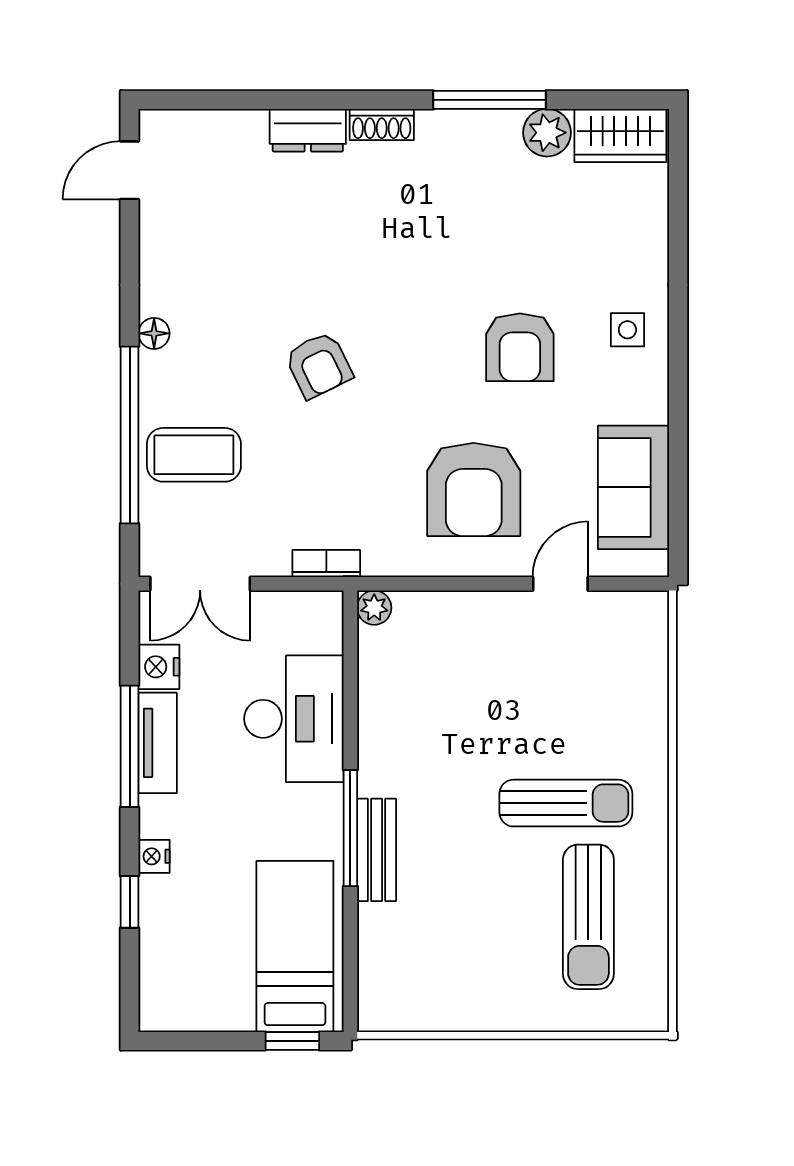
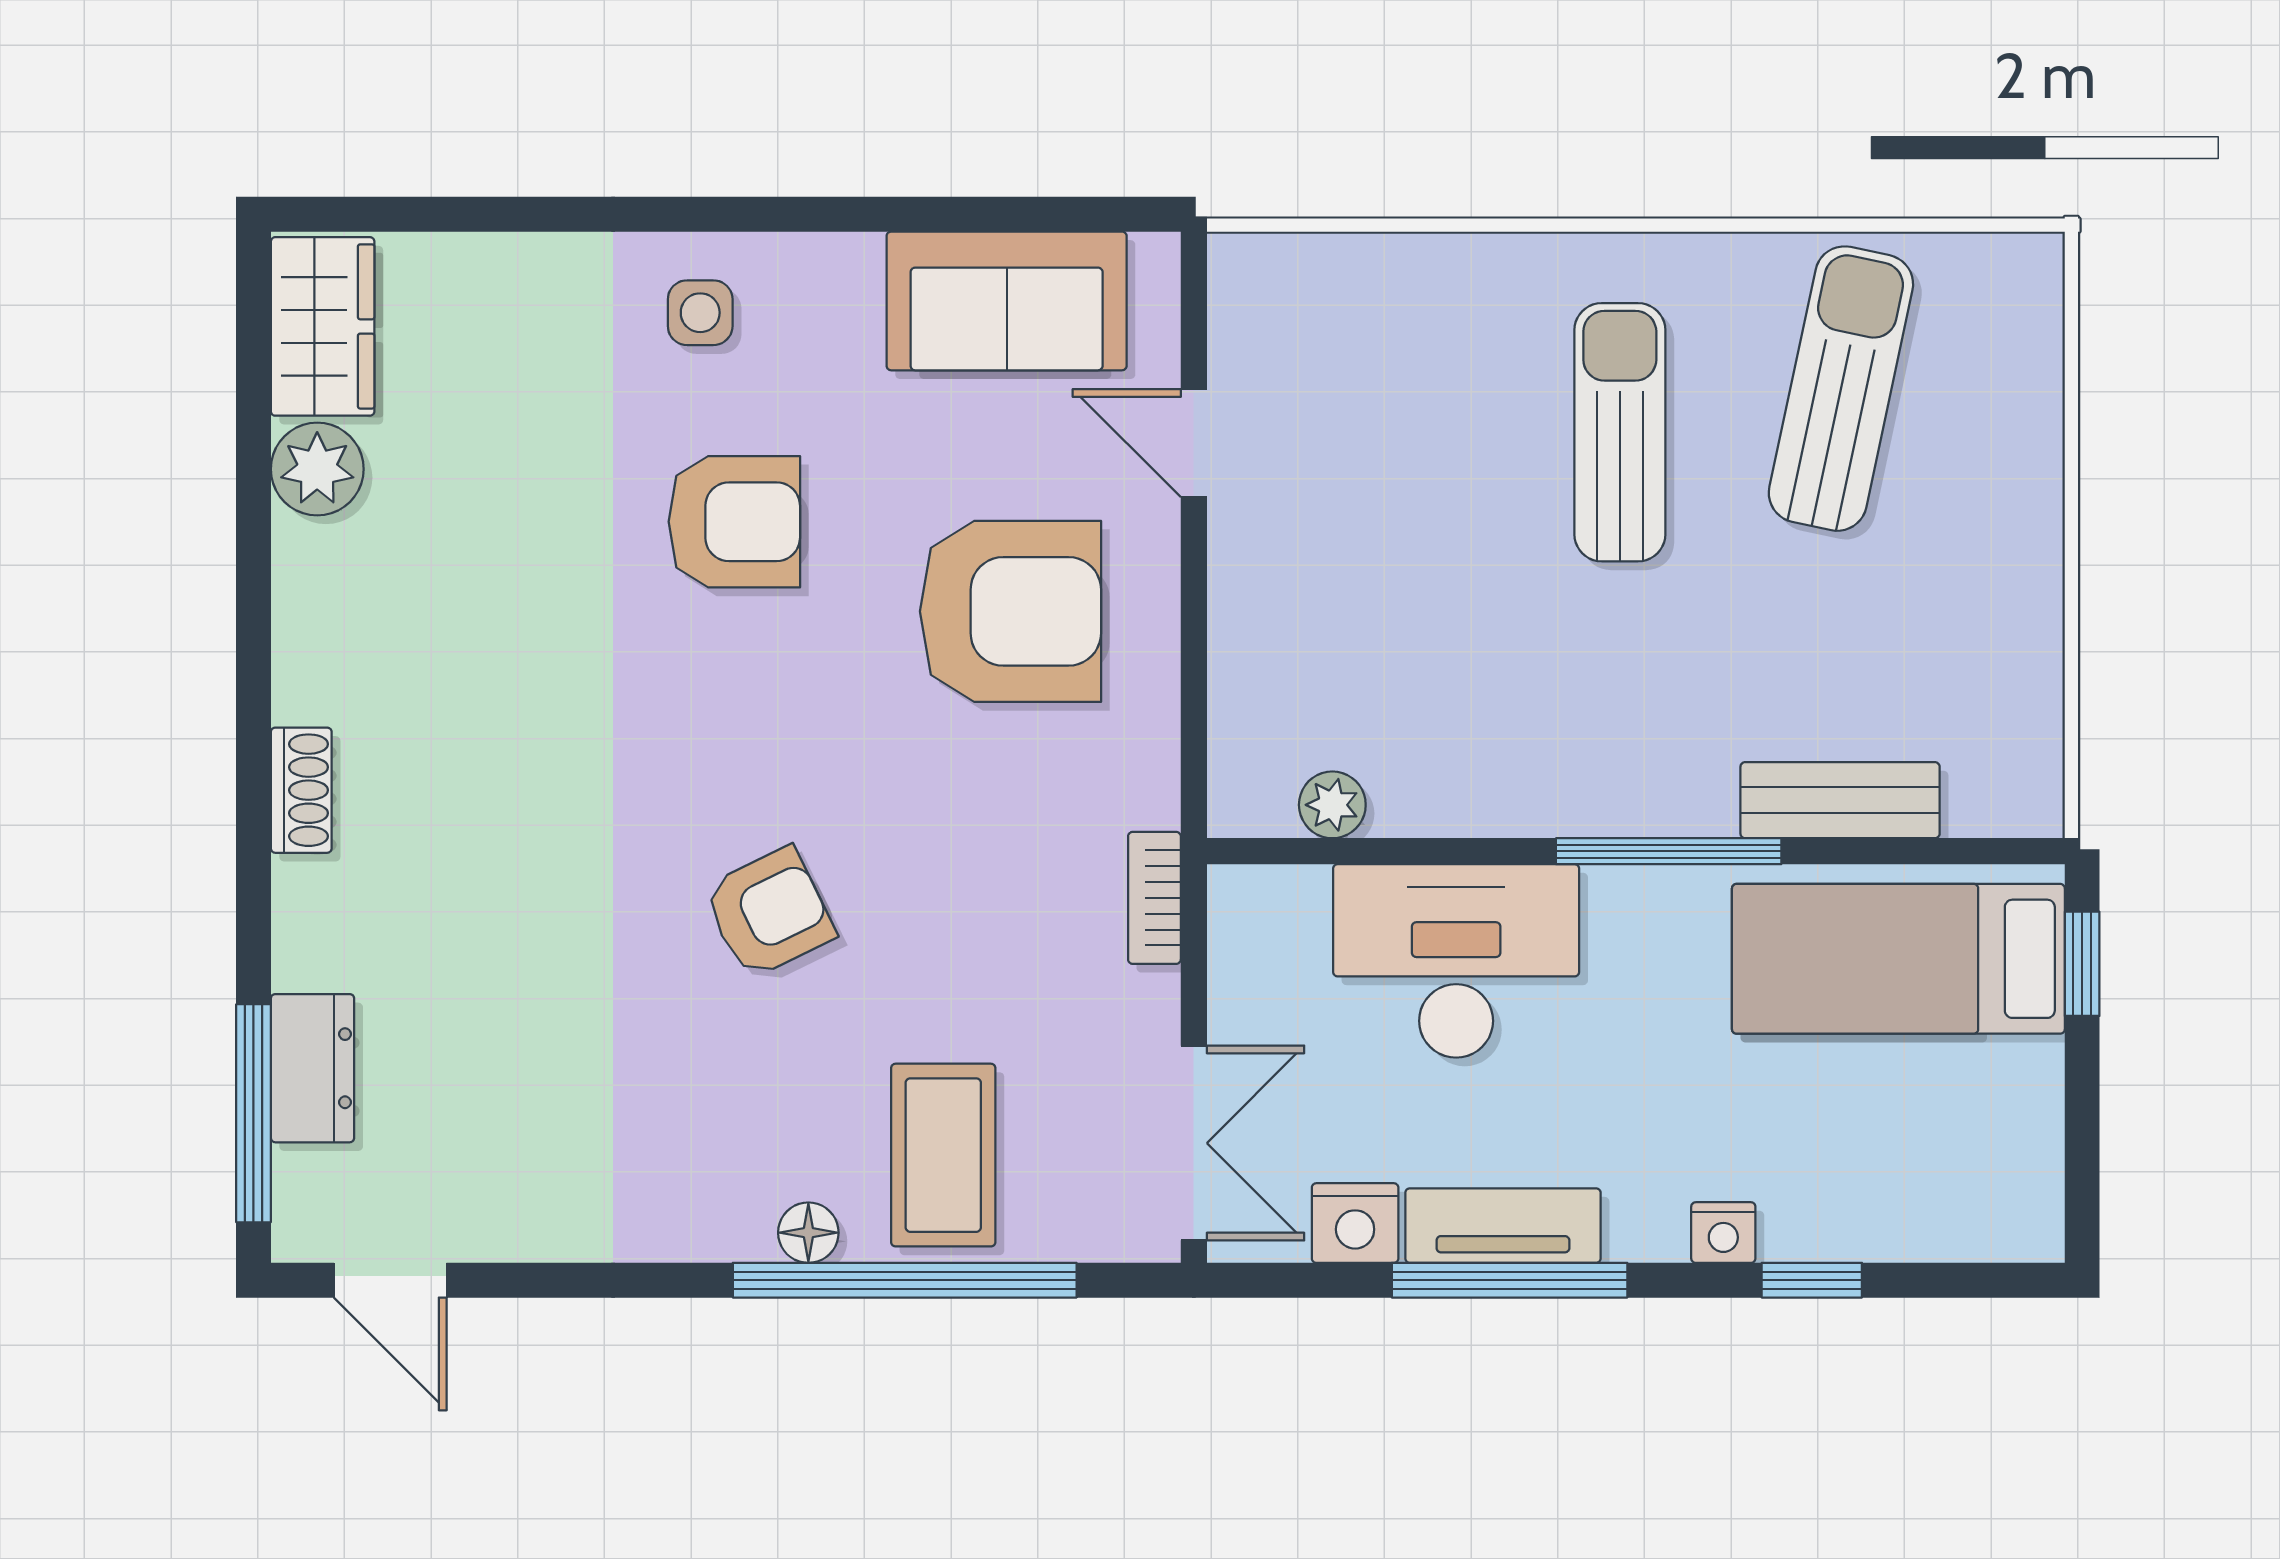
window: (490, 100) -> (253, 1113), moved
dresser: (308, 130) -> (312, 1068), moved
floor lamp: (154, 333) -> (808, 1233), moved
plant: (374, 608) -> (1332, 805), moved
bench: (377, 850) -> (1840, 800), moved
sun lounger: (588, 917) -> (1841, 389), turned -78

